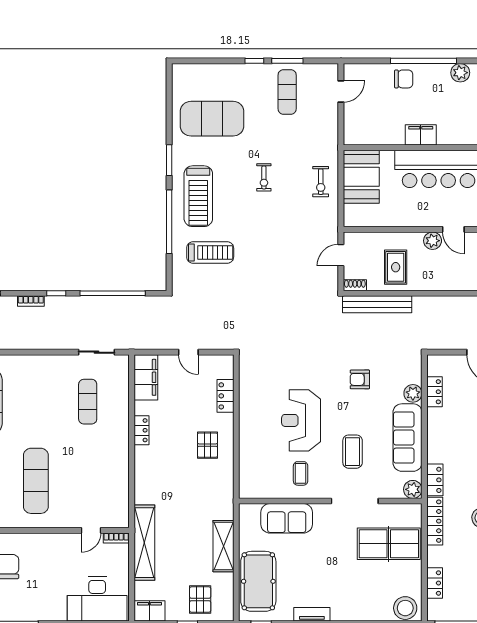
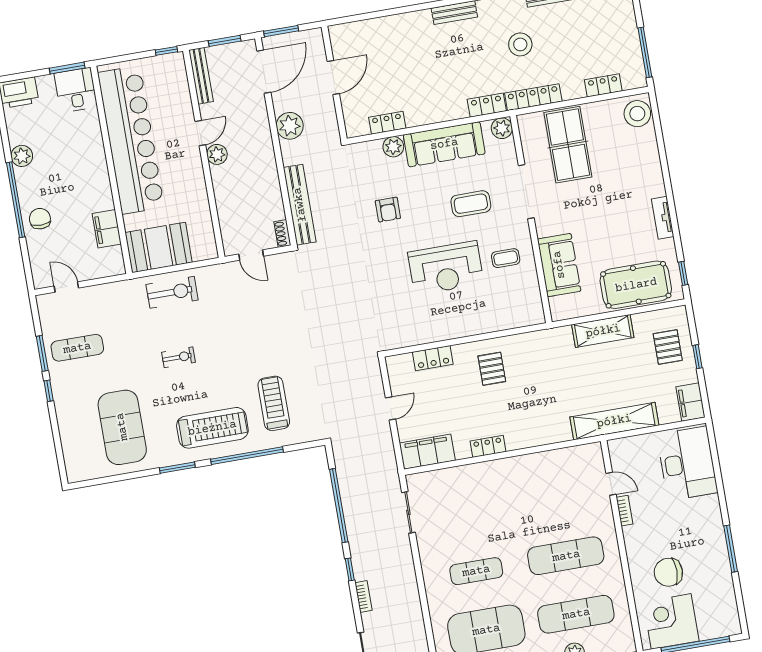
filing cabinet: (421, 135) -> (107, 229), moved
exercise bike: (321, 182) -> (172, 292), width x1.38, depth x1.39
rug: (396, 267) -> (254, 191), removed
plant: (446, 307) -> (290, 126), added
exercise mat: (88, 402) -> (476, 571), moved
pallet: (208, 445) -> (492, 369), turned 90
bookcase: (116, 538) -> (624, 511), moved
pallet: (200, 600) -> (668, 347), turned 90

